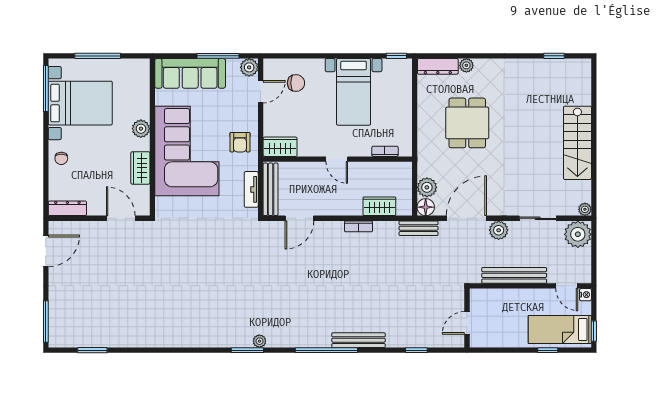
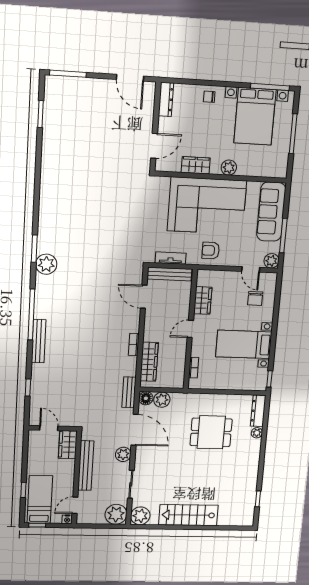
wardrobe: (280, 147) -> (203, 300), moved
wardrobe: (379, 206) -> (149, 362), width x1.50
plant: (585, 209) -> (140, 516), width x1.87, depth x1.87
wardrobe: (488, 299) -> (68, 445), added
plant: (259, 341) -> (46, 264), width x1.87, depth x1.87

